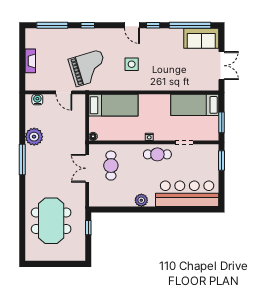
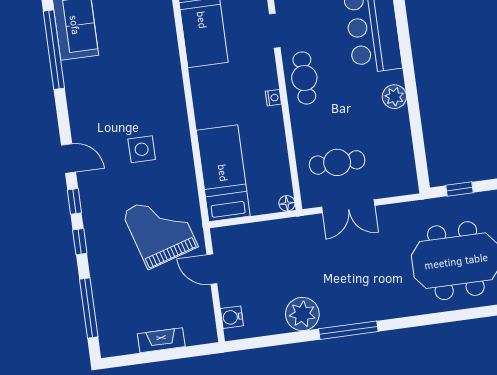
door: (132, 25) -> (69, 158), hinge flipped
window: (153, 25) -> (74, 201), moved
door: (64, 92) -> (212, 269), swing flipped

